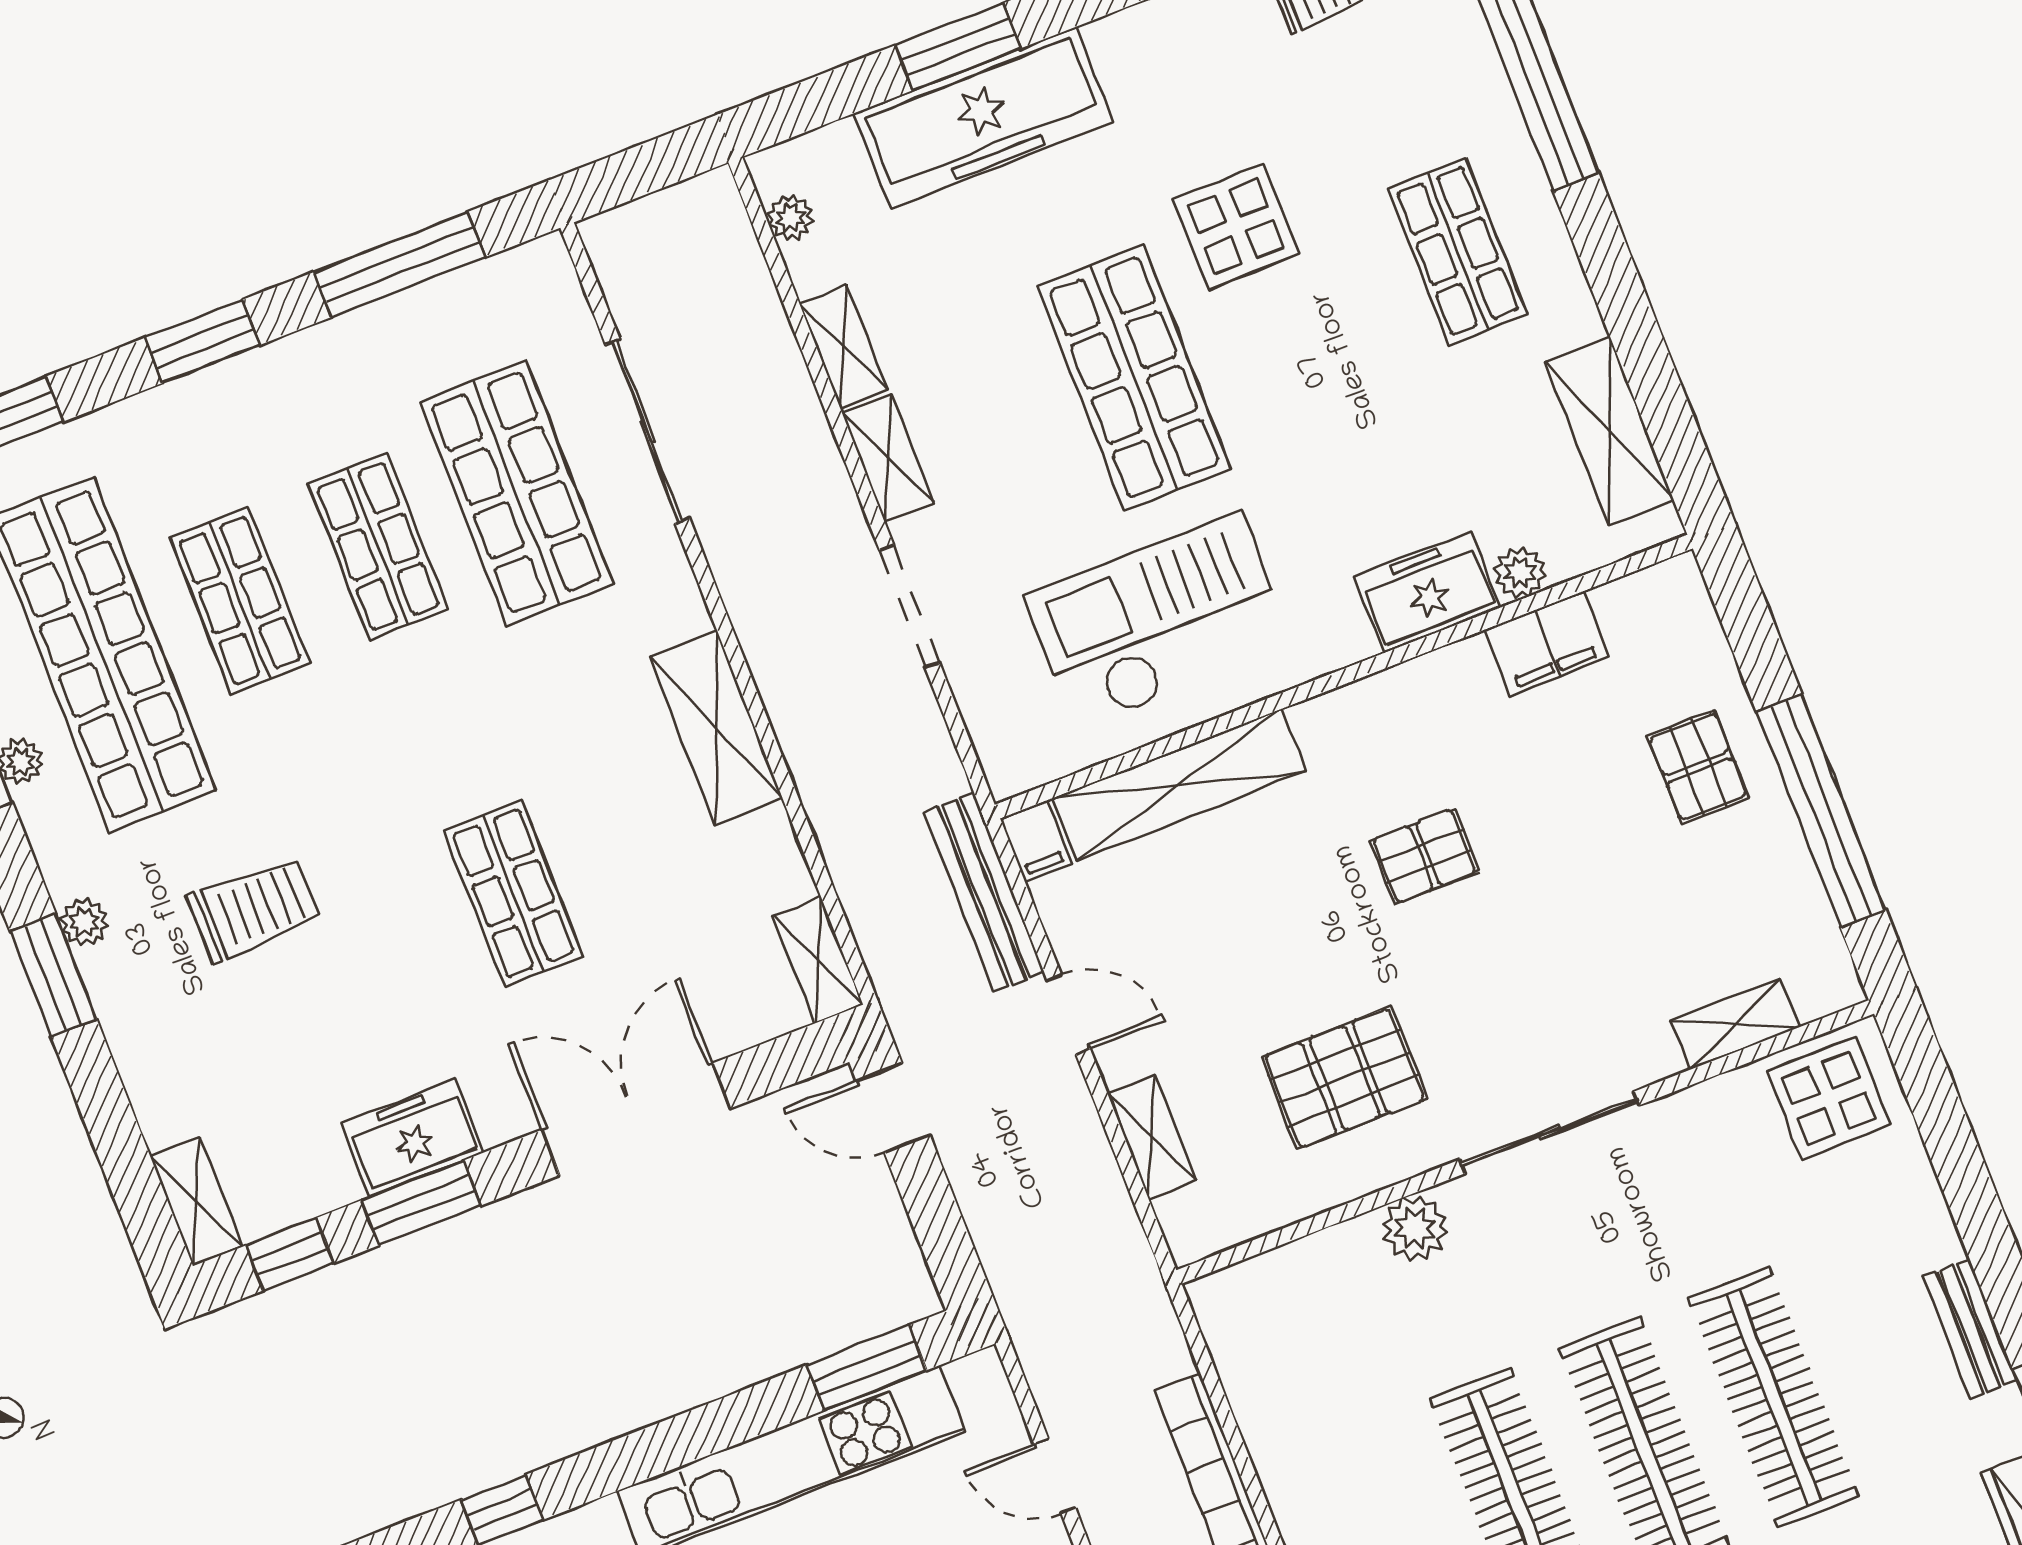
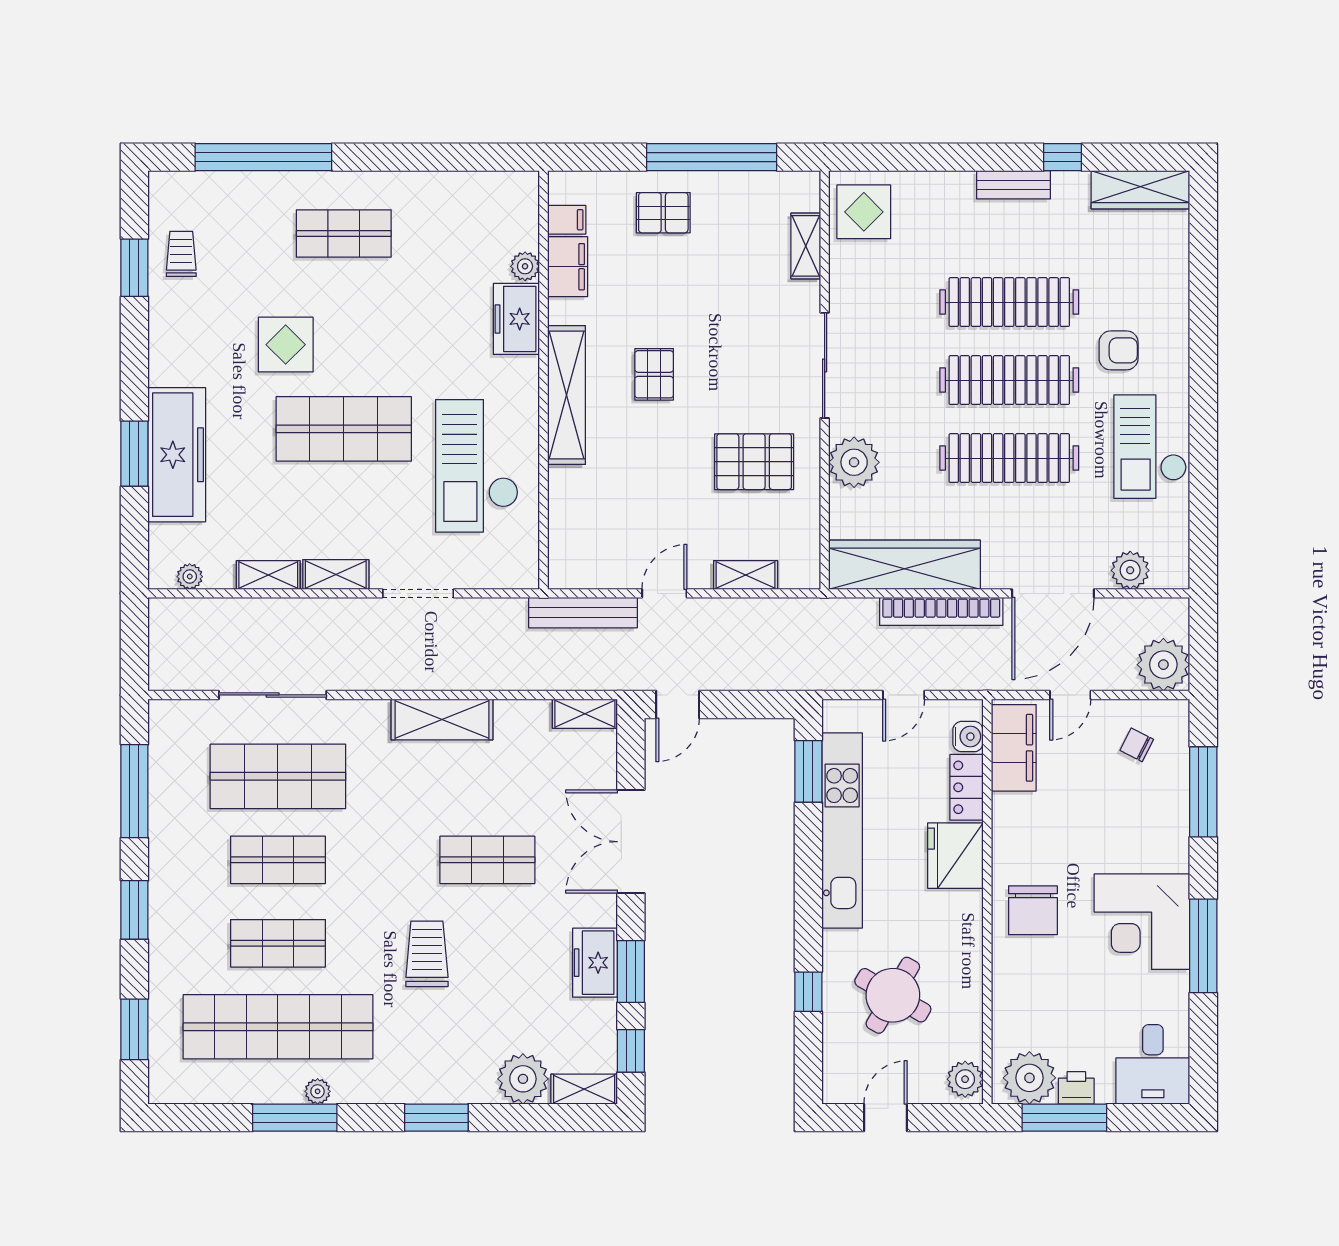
shelving: (1609, 431) -> (469, 190), removed
shelving: (1179, 785) -> (567, 395), moved
filing cabinet: (1036, 841) -> (567, 220), moved
trolley: (254, 909) -> (427, 954), moved
plant: (84, 922) -> (523, 1079), moved, width x1.87, depth x1.87
pallet: (1344, 1078) -> (754, 462), turned 90
plant: (1415, 1228) -> (854, 462), width x1.36, depth x1.36
wardrobe: (1271, 1393) -> (905, 565), added

